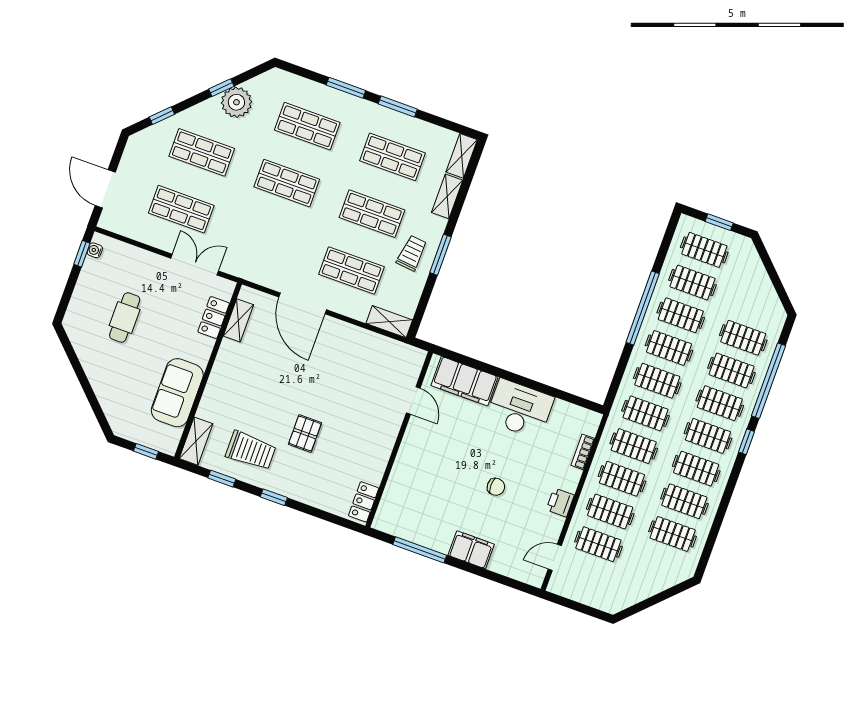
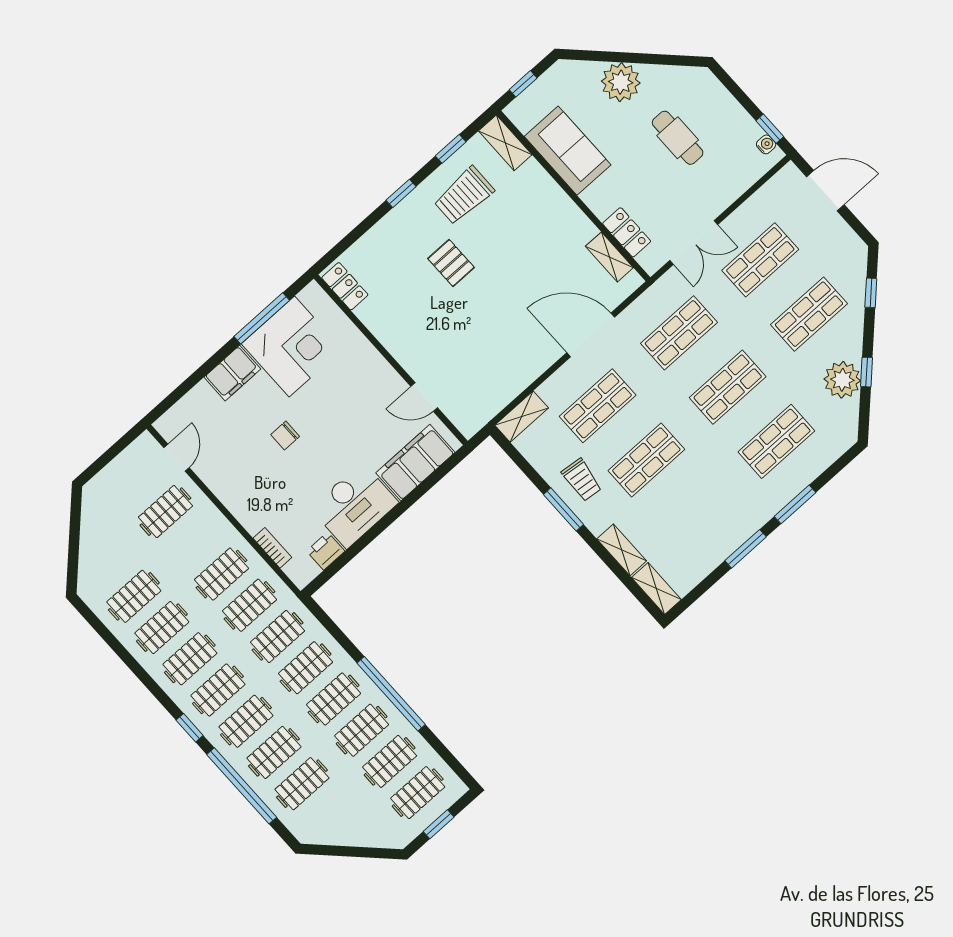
shop shelf: (392, 157) -> (679, 333), moved
plant: (106, 381) -> (621, 82), added
printer: (560, 502) -> (326, 551), moved, turned -90
clothes rail: (610, 511) -> (193, 543), removed
corner desk: (428, 517) -> (292, 347), added

